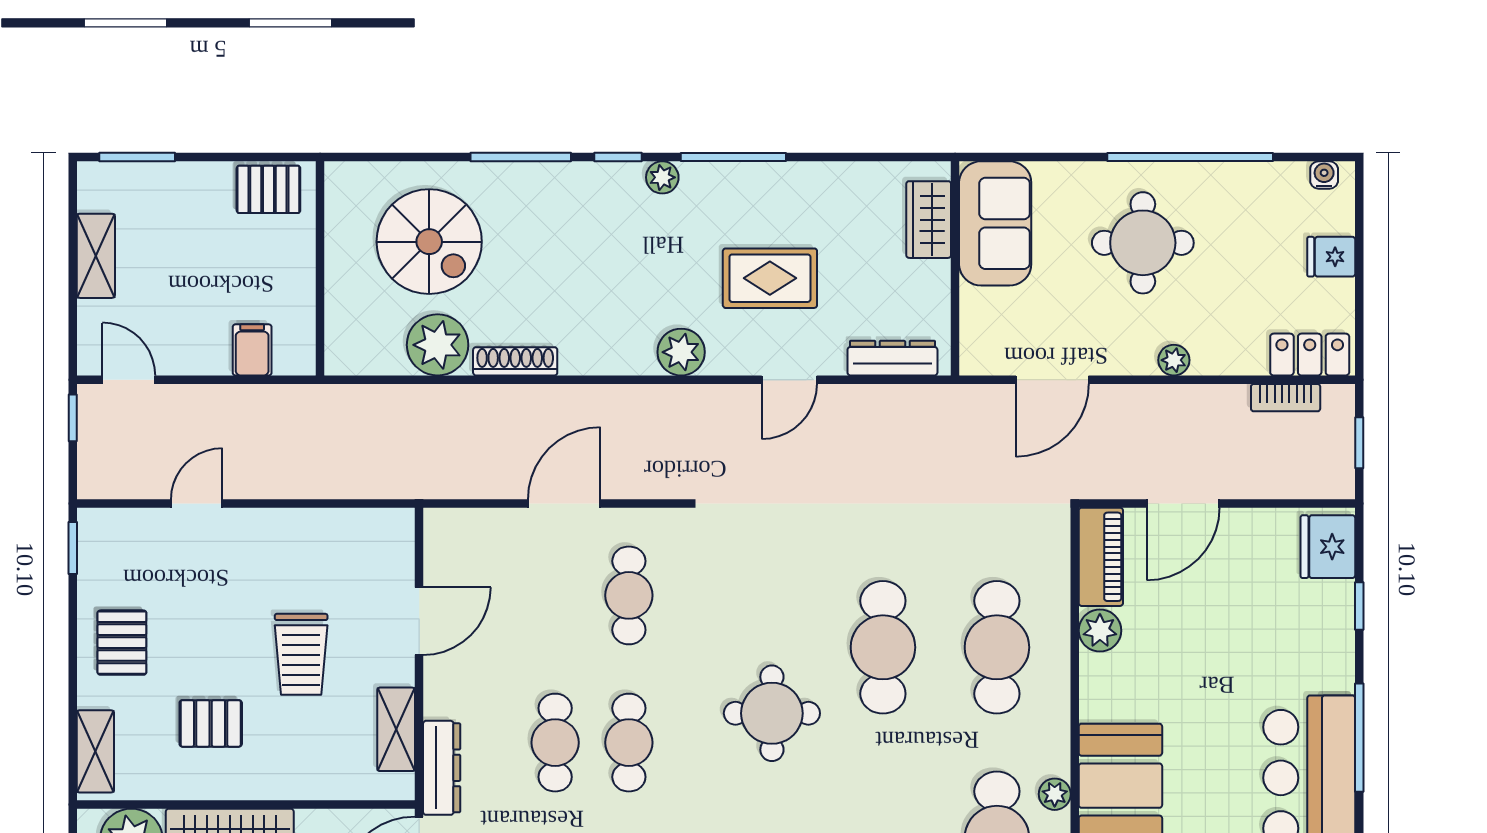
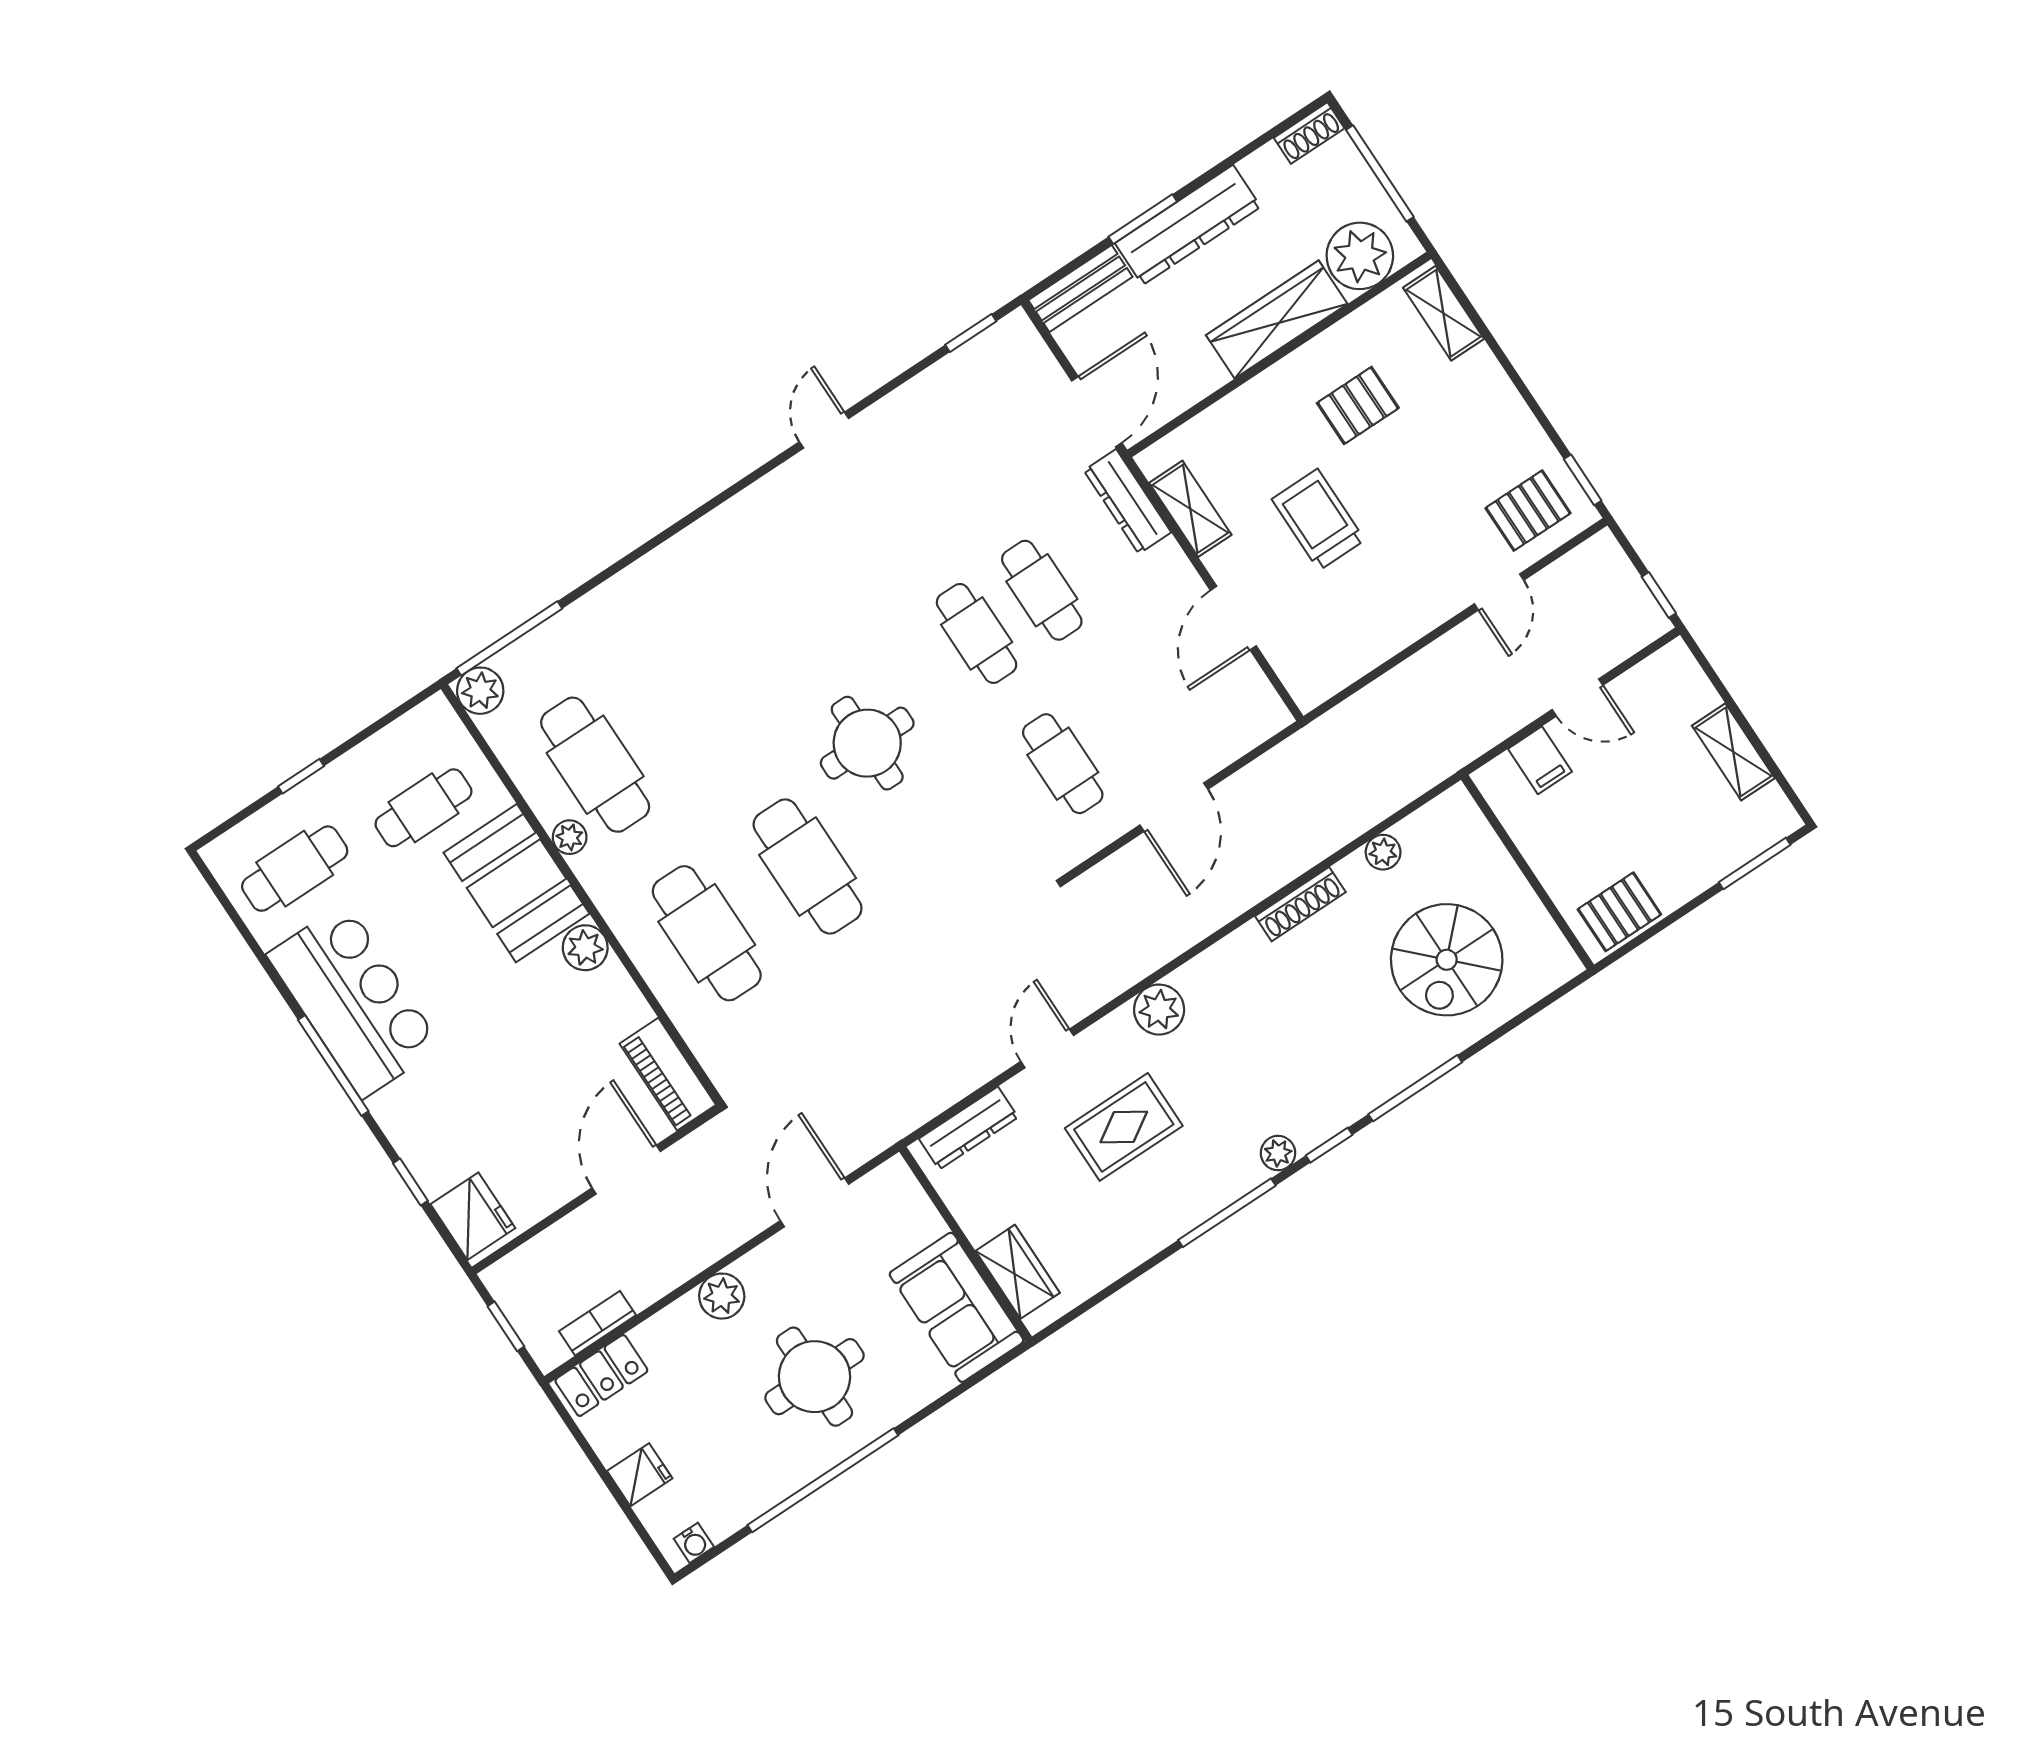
spiral stairs: (429, 242) -> (1447, 960), turned -90
plant: (438, 345) -> (1383, 852), width x0.53, depth x0.53
plant: (1174, 360) -> (722, 1296), width x1.38, depth x1.38
door: (129, 380) -> (1577, 697), moved
plant: (1100, 631) -> (585, 948), moved
pallet: (122, 643) -> (1528, 511), moved, turned 90

